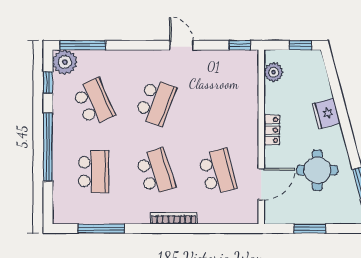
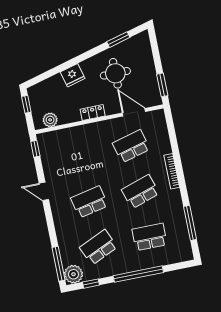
door: (181, 45) -> (44, 191), hinge flipped
school desk: (156, 102) -> (89, 202), turned -33
window: (310, 229) -> (162, 85), moved

